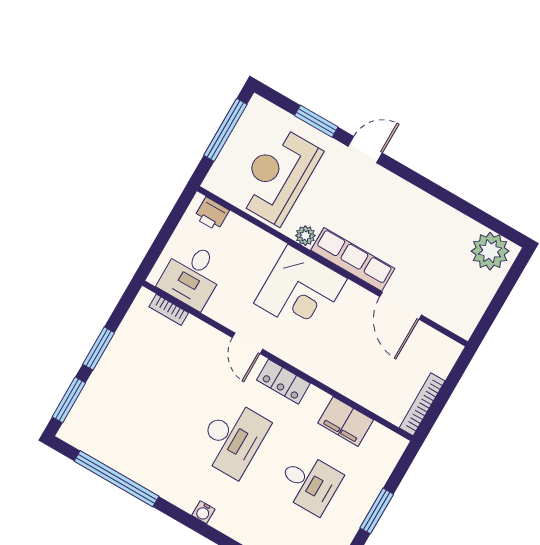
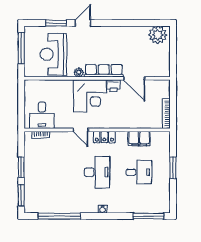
printer: (212, 214) -> (113, 86), moved

